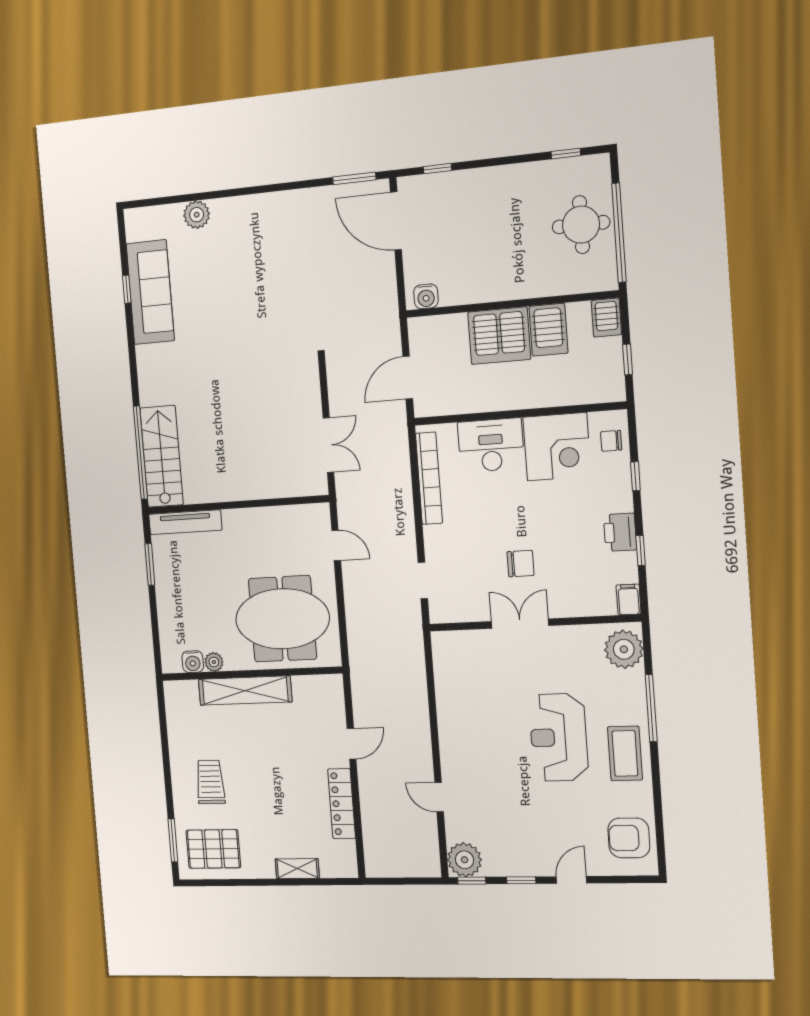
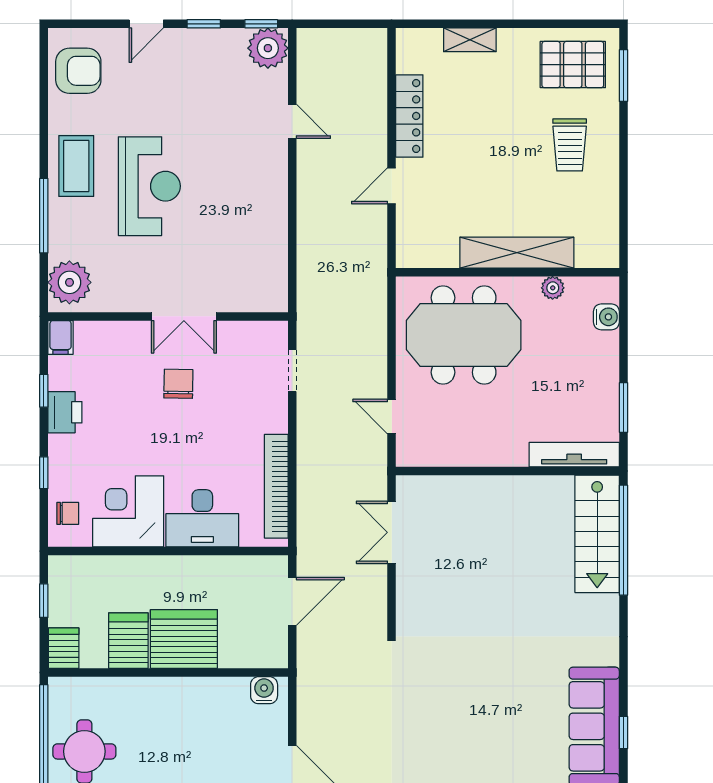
chair: (521, 564) -> (178, 384), turned 91
water cooler: (193, 662) -> (606, 317), moved, turned 90

